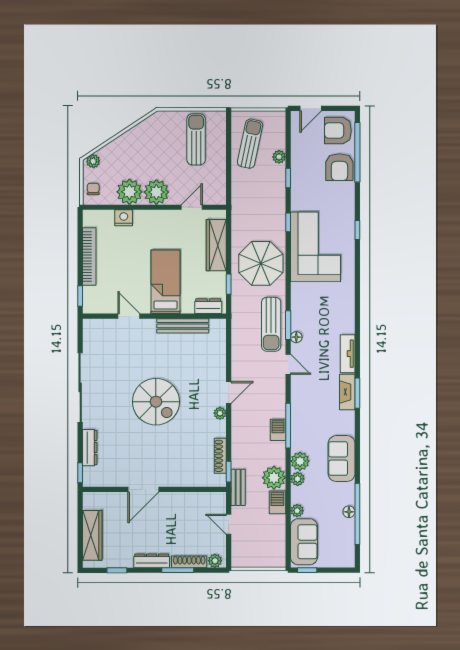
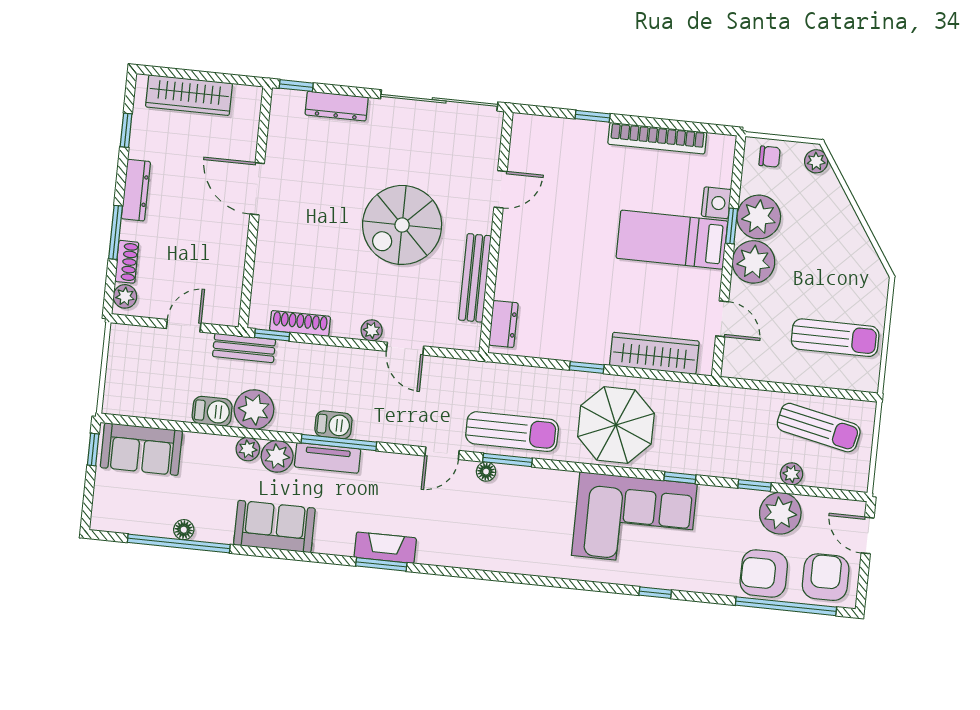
window: (136, 207) -> (732, 226), added
bed: (166, 282) -> (672, 240), moved, turned 180
dresser: (208, 306) -> (503, 324), moved
door: (129, 316) -> (500, 189), moved
wall: (154, 316) -> (496, 232), moved
sun lounger: (271, 324) -> (512, 432), turned 180
bench: (183, 326) -> (475, 278), moved
tv unit: (348, 354) -> (328, 458), moved, turned 180
plant: (297, 511) -> (780, 513), moved, width x1.88, depth x1.88
shoe rack: (189, 562) -> (127, 262), width x0.70

